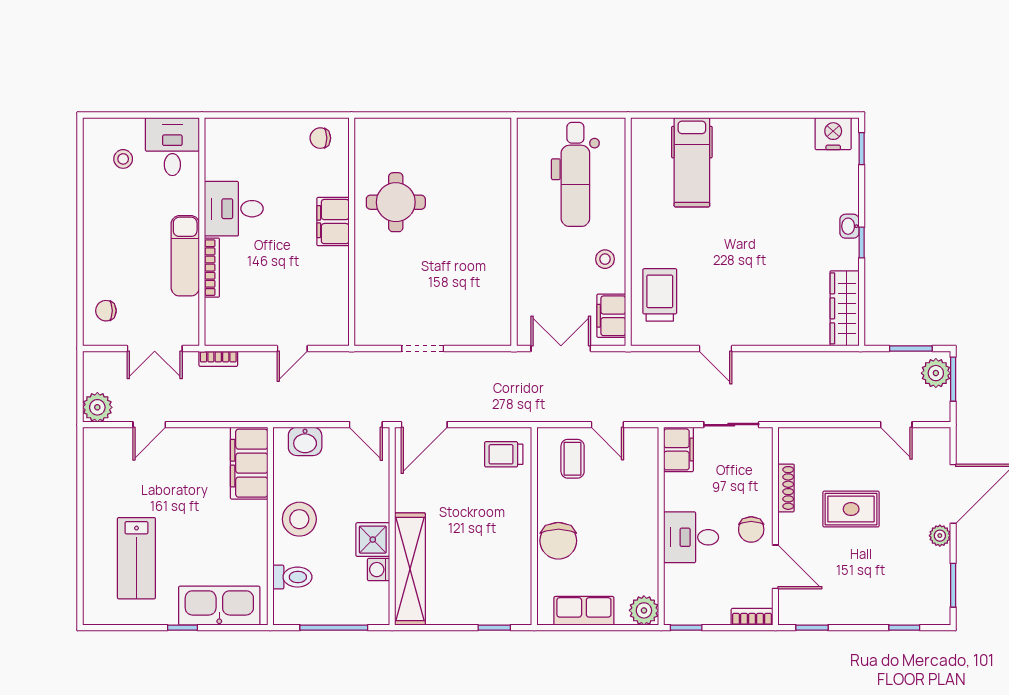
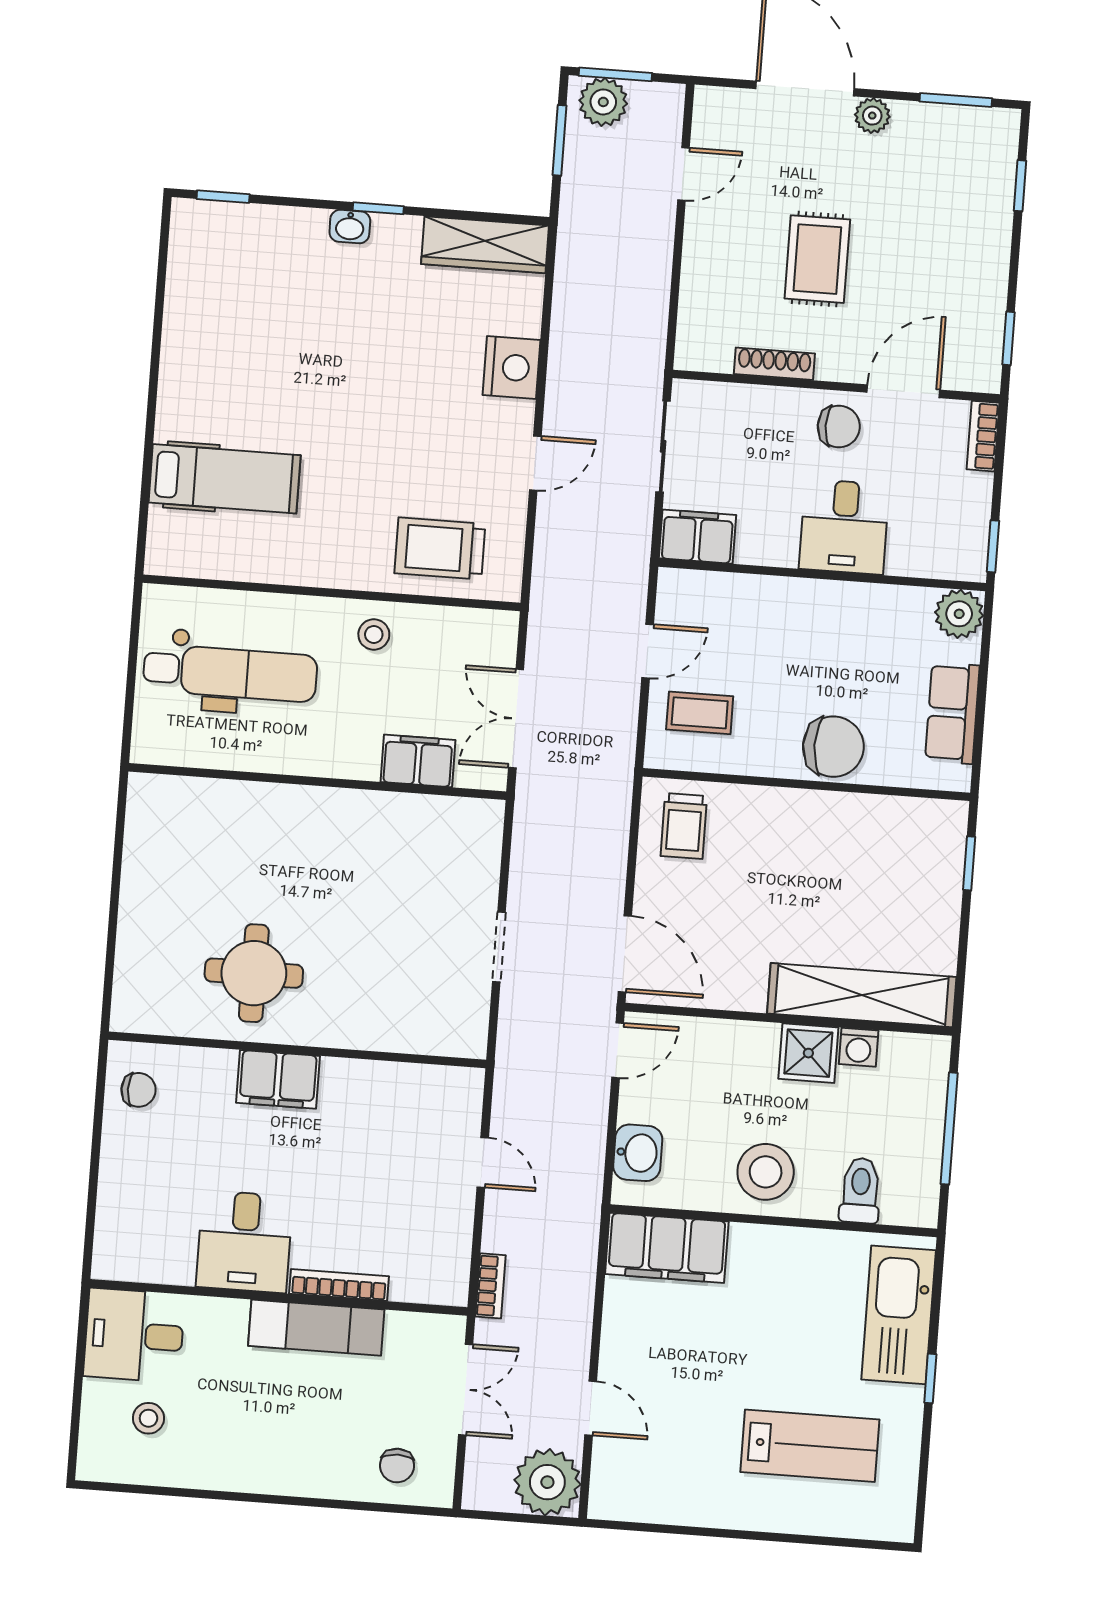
nightstand: (833, 134) -> (512, 367), moved, turned 180
chair: (320, 138) -> (138, 1090), turned -90
filing cabinet: (611, 316) -> (418, 761), moved, turned 180
plant: (97, 407) -> (547, 1482), width x1.36, depth x1.36

